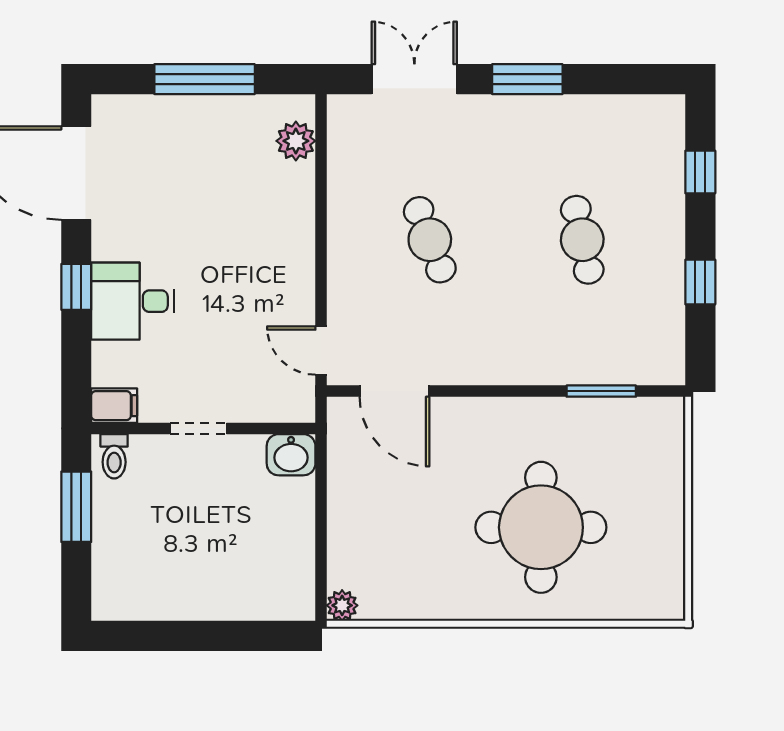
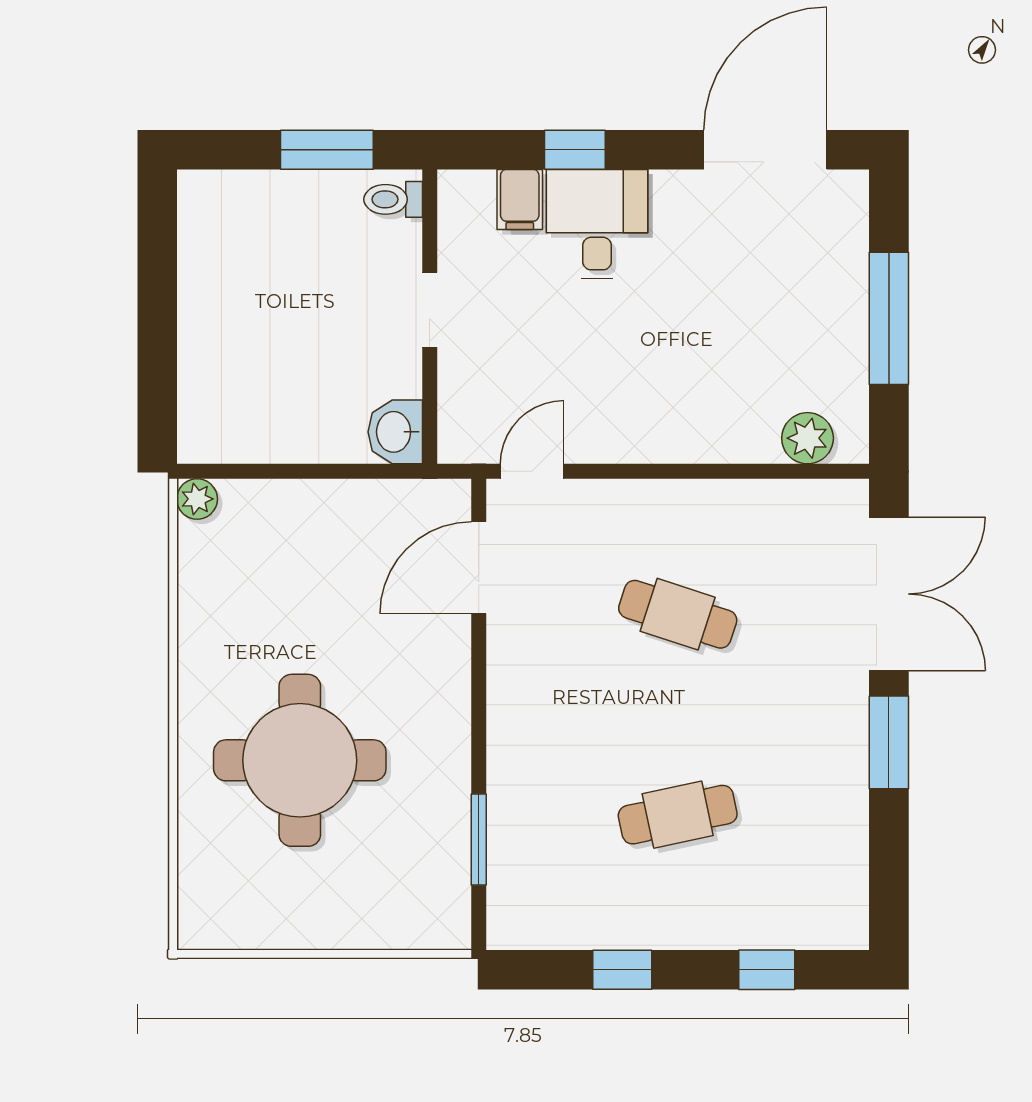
double door: (414, 79) -> (889, 594), width x1.37
cafe table: (430, 240) -> (678, 614), turned 39
window: (76, 287) -> (575, 150), moved
filing cabinet: (114, 406) -> (520, 200), moved

